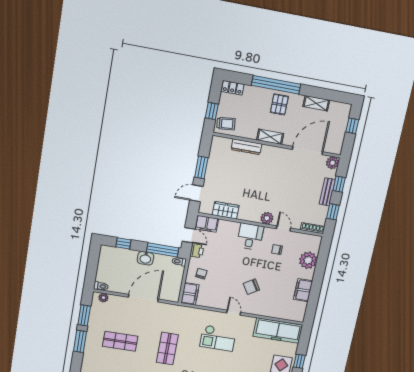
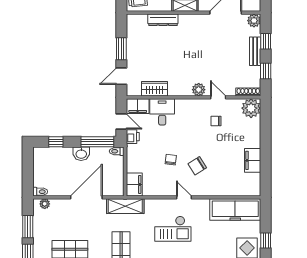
desk: (250, 236) -> (162, 112), moved
plant: (308, 260) -> (251, 108), moved
chair: (201, 274) -> (171, 160), moved
shelving: (178, 312) -> (125, 206), added

